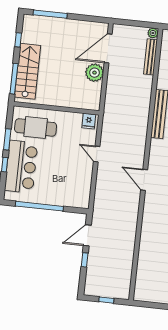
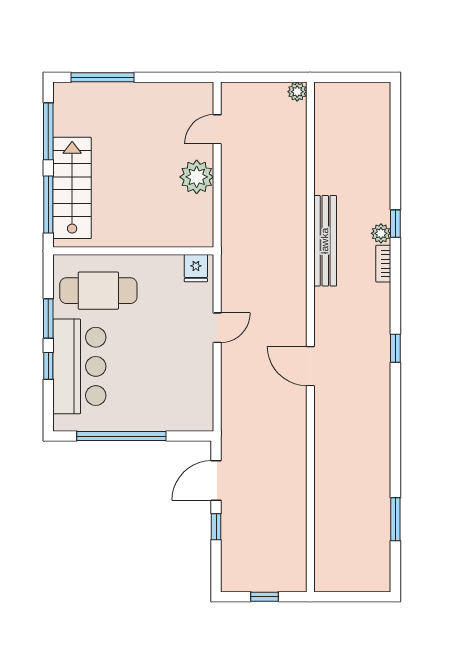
window: (18, 40) -> (48, 131), width x2.17
door: (108, 48) -> (217, 129), width x0.53
bench: (151, 57) -> (298, 136), removed
door: (97, 154) -> (217, 328), swing flipped

